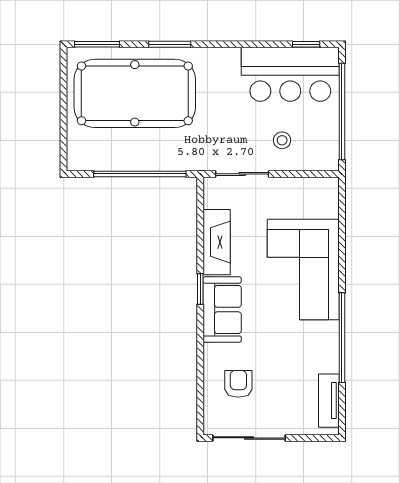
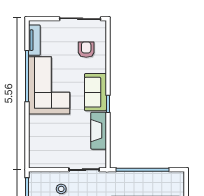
corner sofa: (303, 270) -> (49, 85), moved
armchair: (238, 384) -> (86, 50), turned 180

